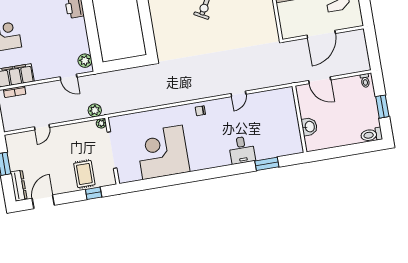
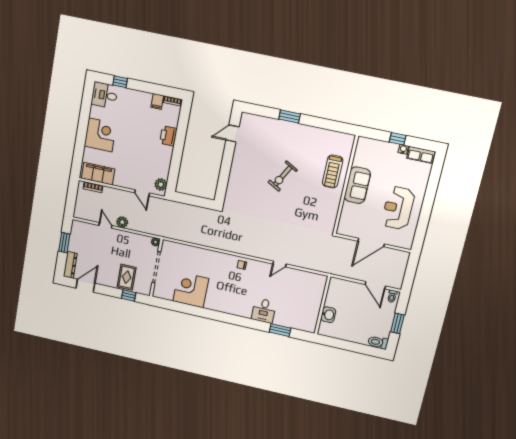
door: (320, 80) -> (375, 285), moved
plant: (95, 110) -> (122, 222), moved
door: (42, 127) -> (105, 225), swing flipped
corner desk: (163, 152) -> (191, 290), width x0.74, depth x0.74

